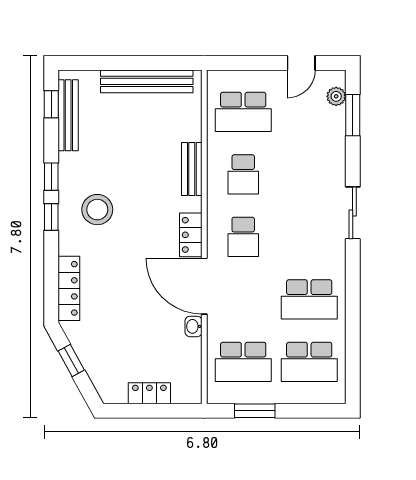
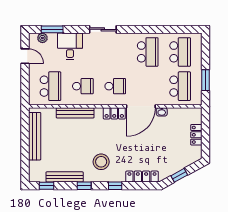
bench: (68, 115) -> (65, 177), moved
desk: (320, 150) -> (70, 46), added
bench: (192, 169) -> (75, 113), width x1.36
window: (51, 217) -> (115, 186), moved

